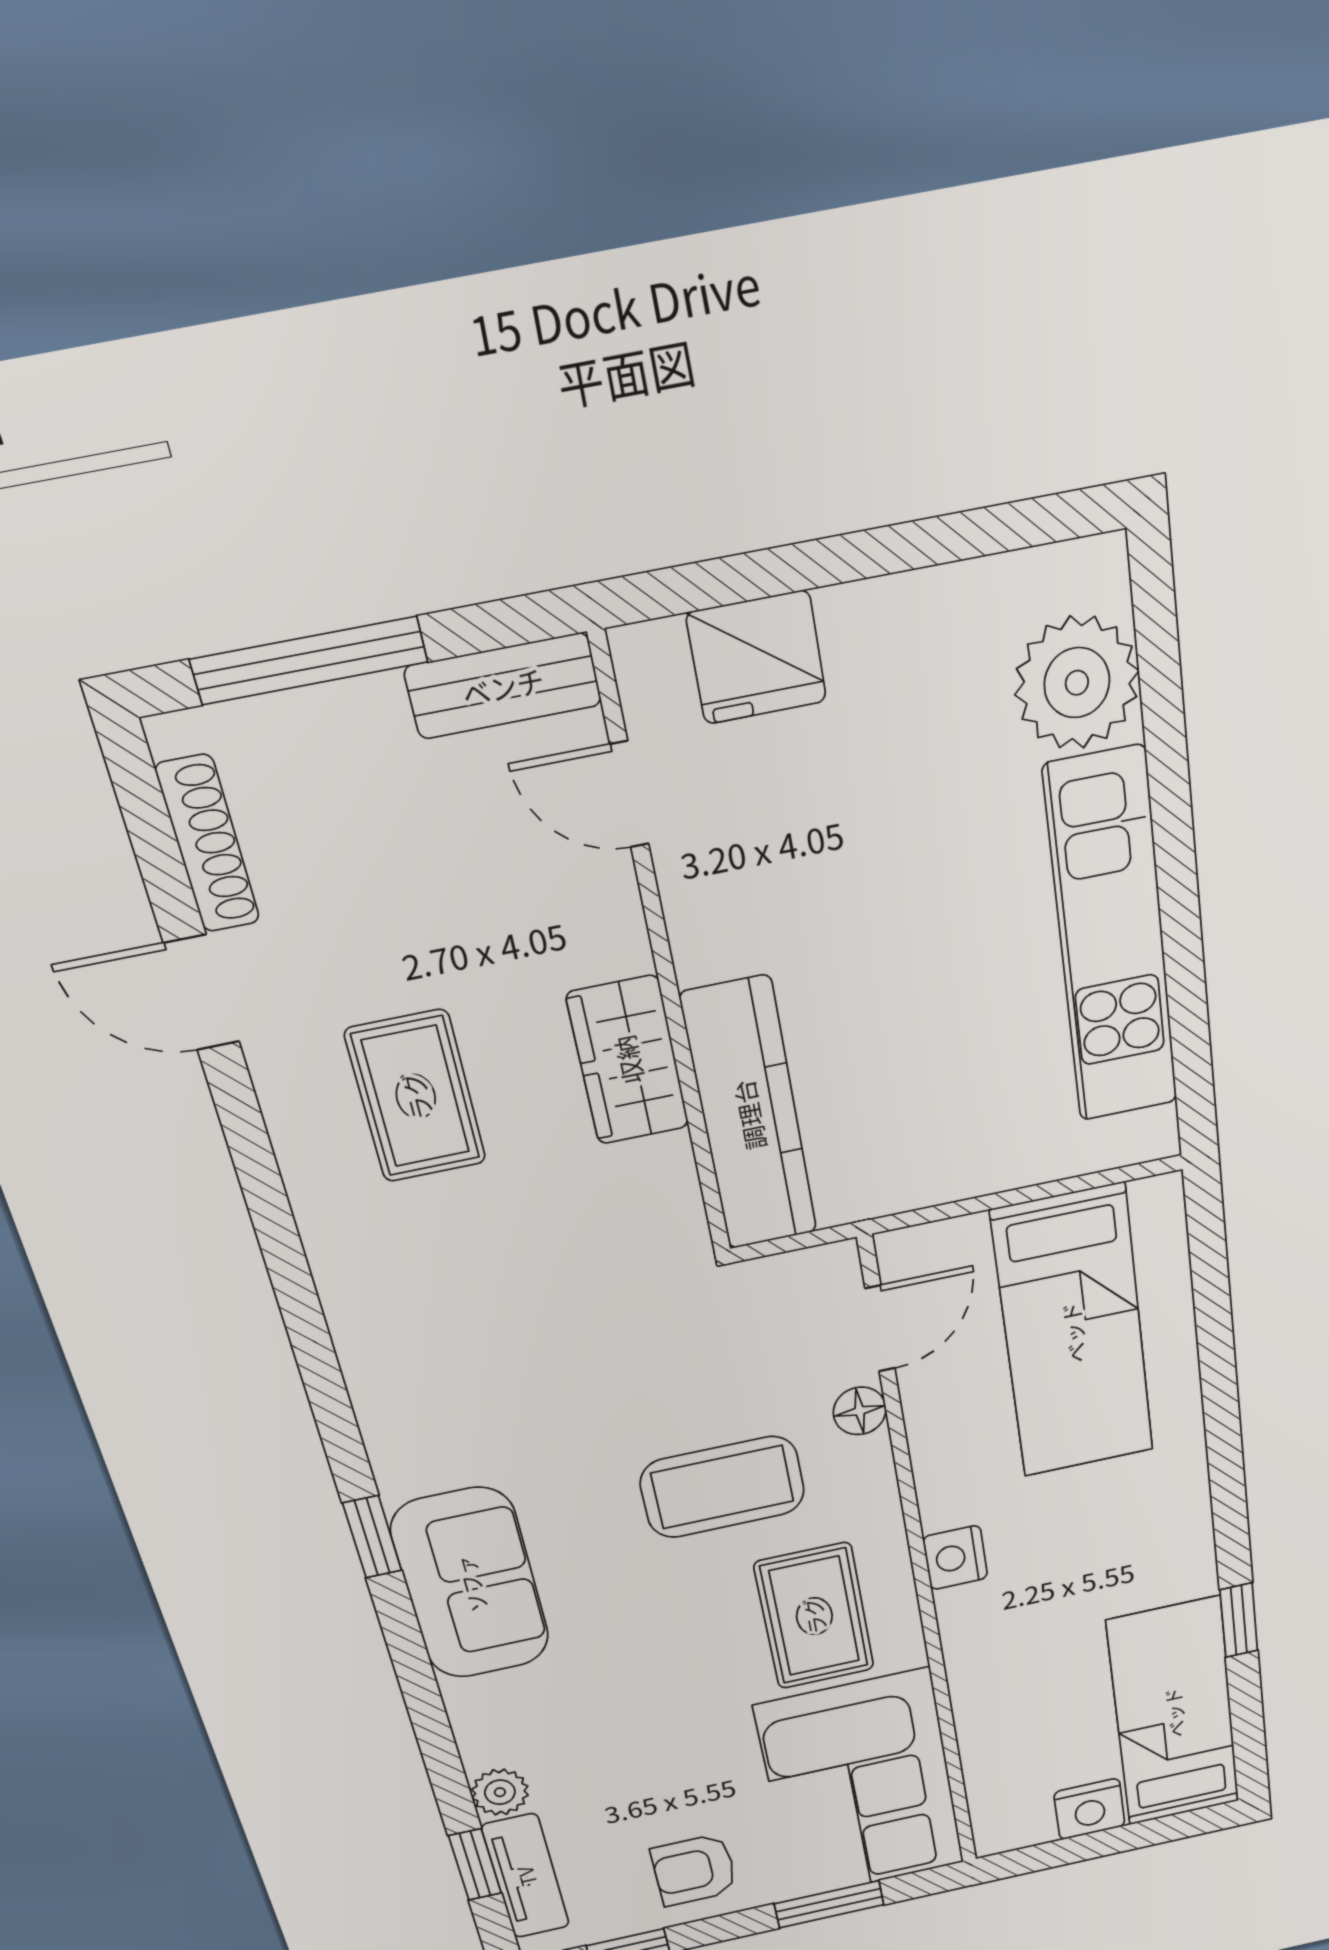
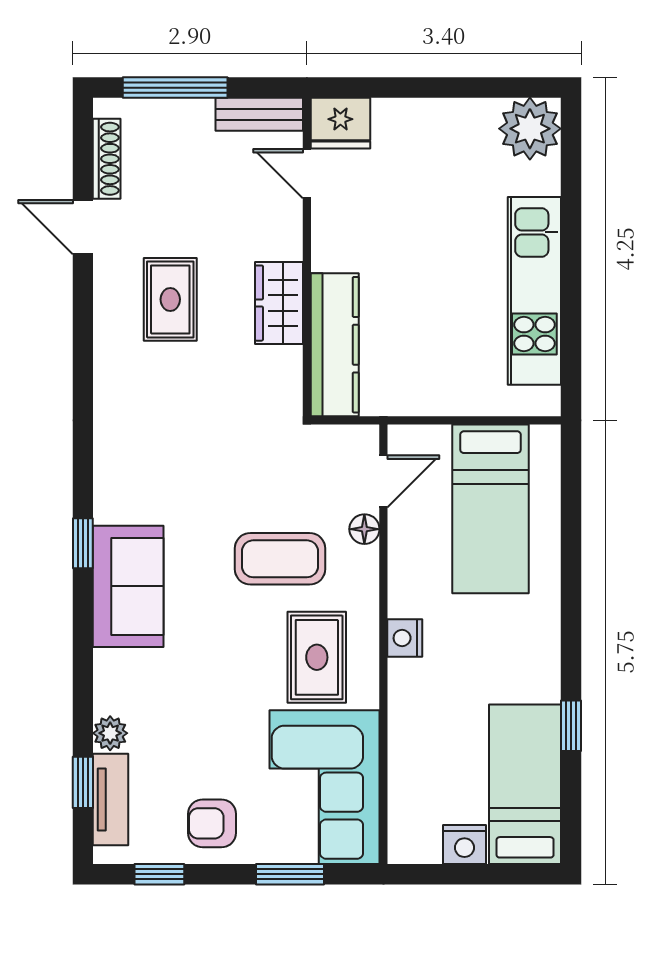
fridge: (757, 657) -> (340, 123), moved
plant: (1077, 683) -> (530, 129), moved

